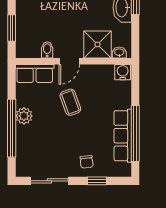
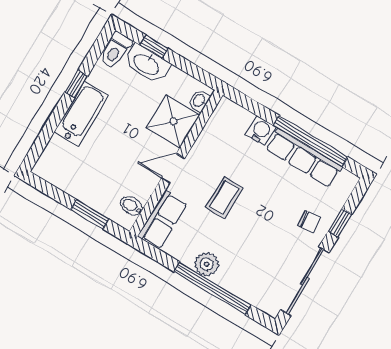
bidet: (47, 50) -> (132, 206), moved
door: (69, 61) -> (173, 168), swing flipped
water cooler: (123, 72) -> (261, 131), moved, turned 90
coffee table: (70, 102) -> (224, 197), turned -70
sliding door: (49, 181) -> (305, 281), width x1.37

